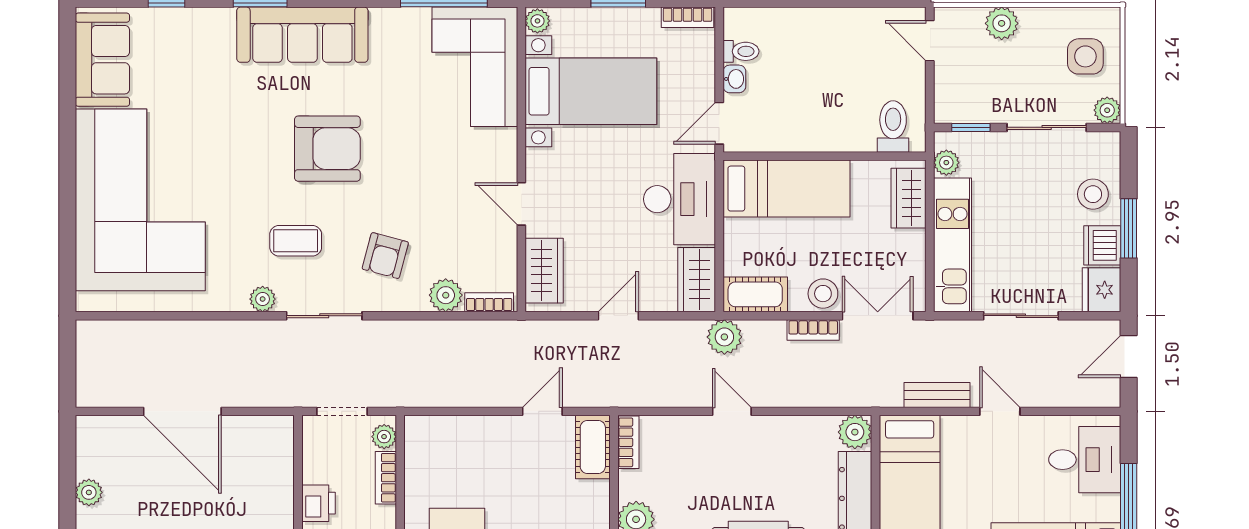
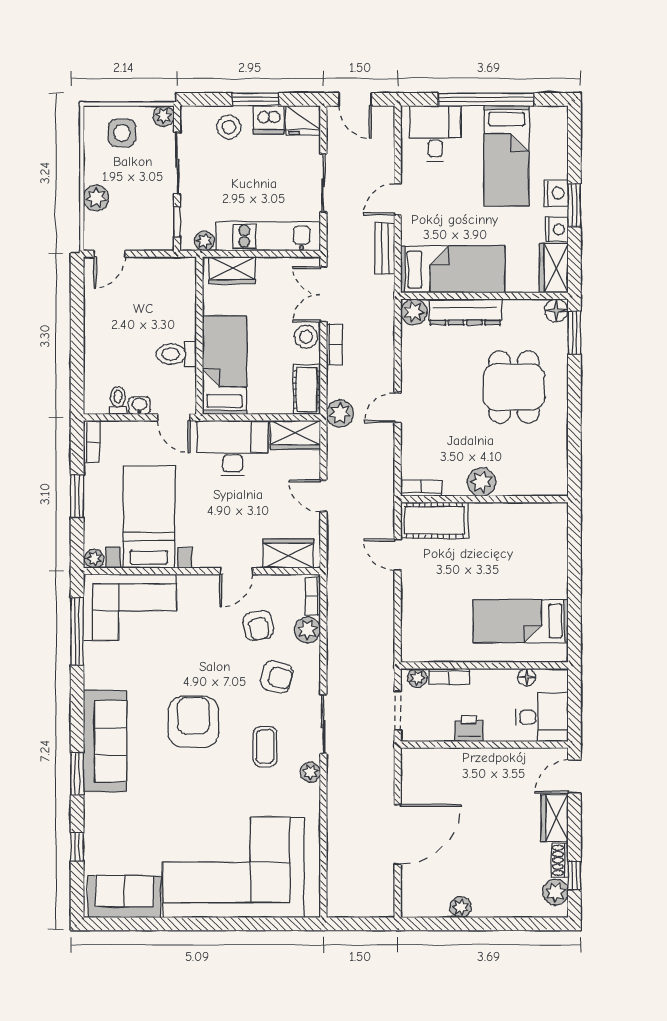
toilet: (893, 127) -> (176, 354), moved
armchair: (451, 232) -> (258, 625), added
cot: (593, 447) -> (434, 520), width x1.37, depth x1.34

